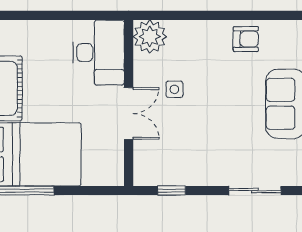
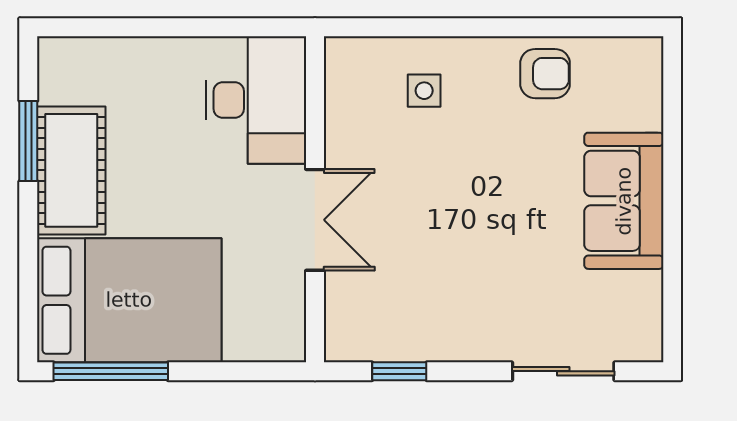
plant: (150, 37) -> (356, 69), removed
side table: (174, 89) -> (424, 91), moved

